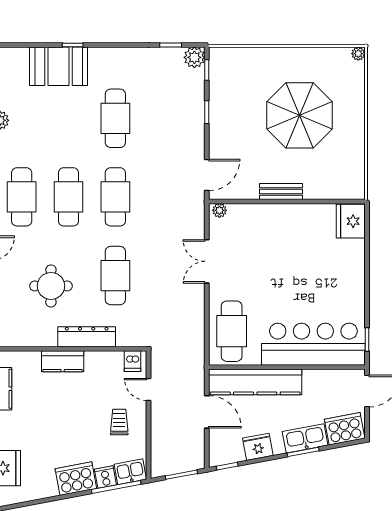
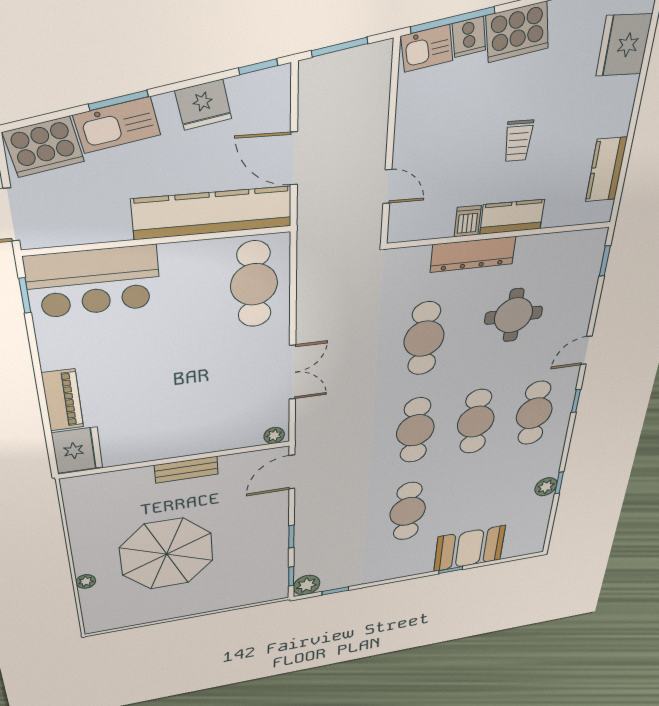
plant: (358, 54) -> (86, 581), moved
piano: (355, 262) -> (63, 400), added
bar counter: (313, 344) -> (94, 282), width x0.73
dishwasher: (132, 361) -> (468, 221), moved
trolley: (119, 422) -> (518, 141), moved

